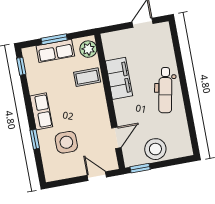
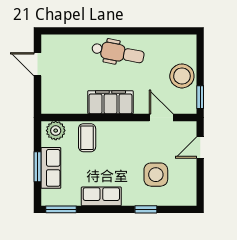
window: (21, 66) -> (61, 209), width x1.50
filing cabinet: (119, 78) -> (110, 102), moved
row of seats: (41, 111) -> (101, 196), moved

